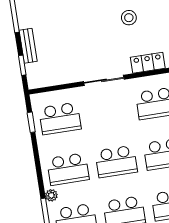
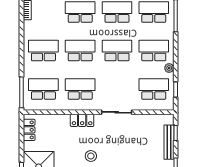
bench: (28, 46) -> (169, 142), width x1.36
plant: (51, 195) -> (169, 68), moved

